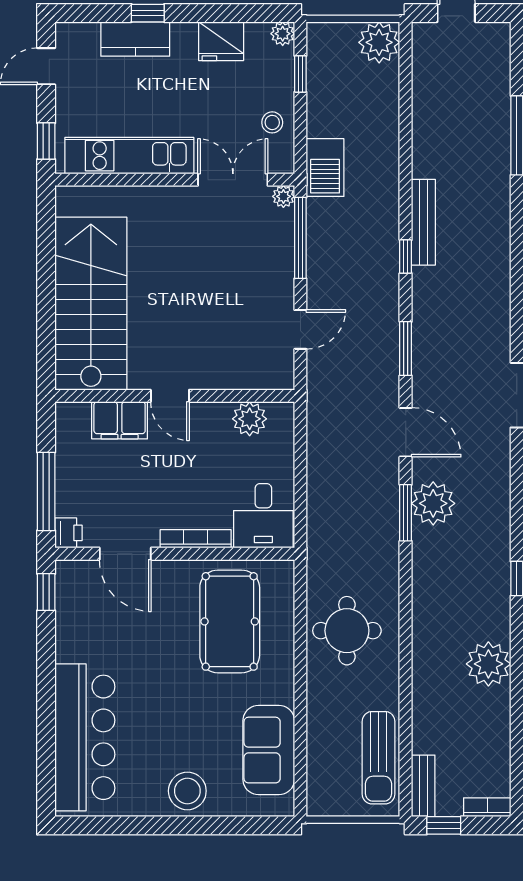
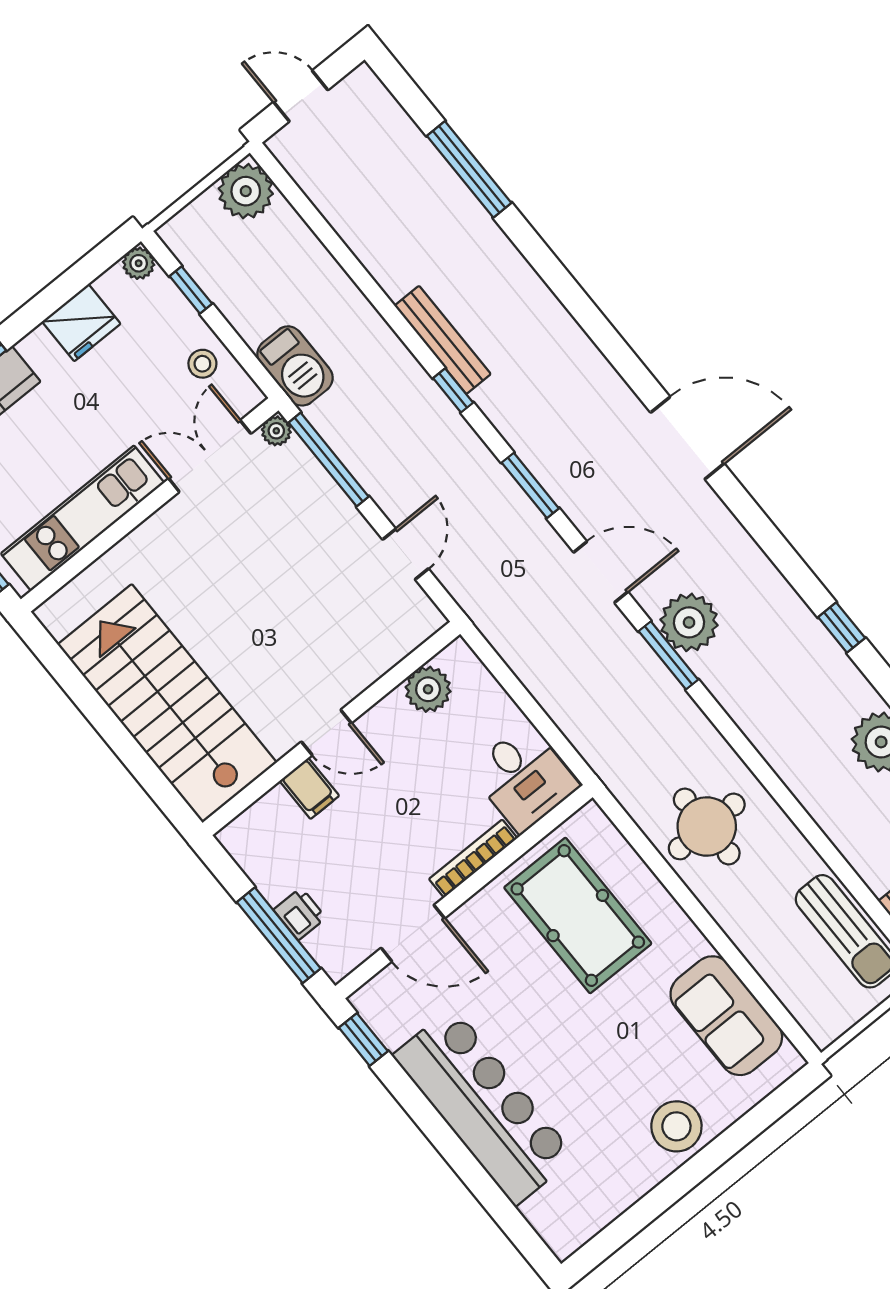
filing cabinet: (120, 420) -> (309, 788), width x0.50
printer: (69, 533) -> (300, 914), moved
bar counter: (85, 737) -> (484, 1106), moved

